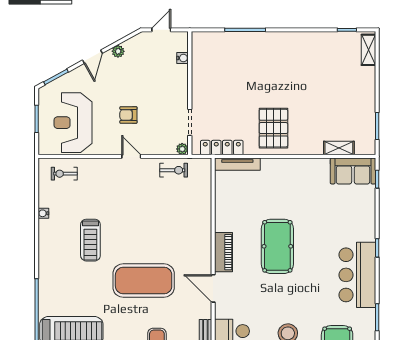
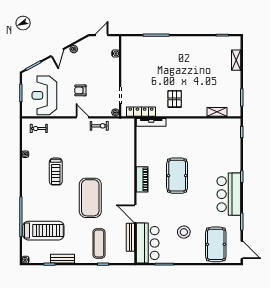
shelving: (368, 50) -> (236, 60), moved
pallet: (273, 128) -> (175, 99), width x0.67, depth x0.71
exercise bike: (174, 170) -> (99, 126), moved
sofa: (353, 171) -> (226, 127), removed
exercise mat: (144, 281) -> (90, 198), turned 90
door: (213, 288) -> (135, 214), moved

